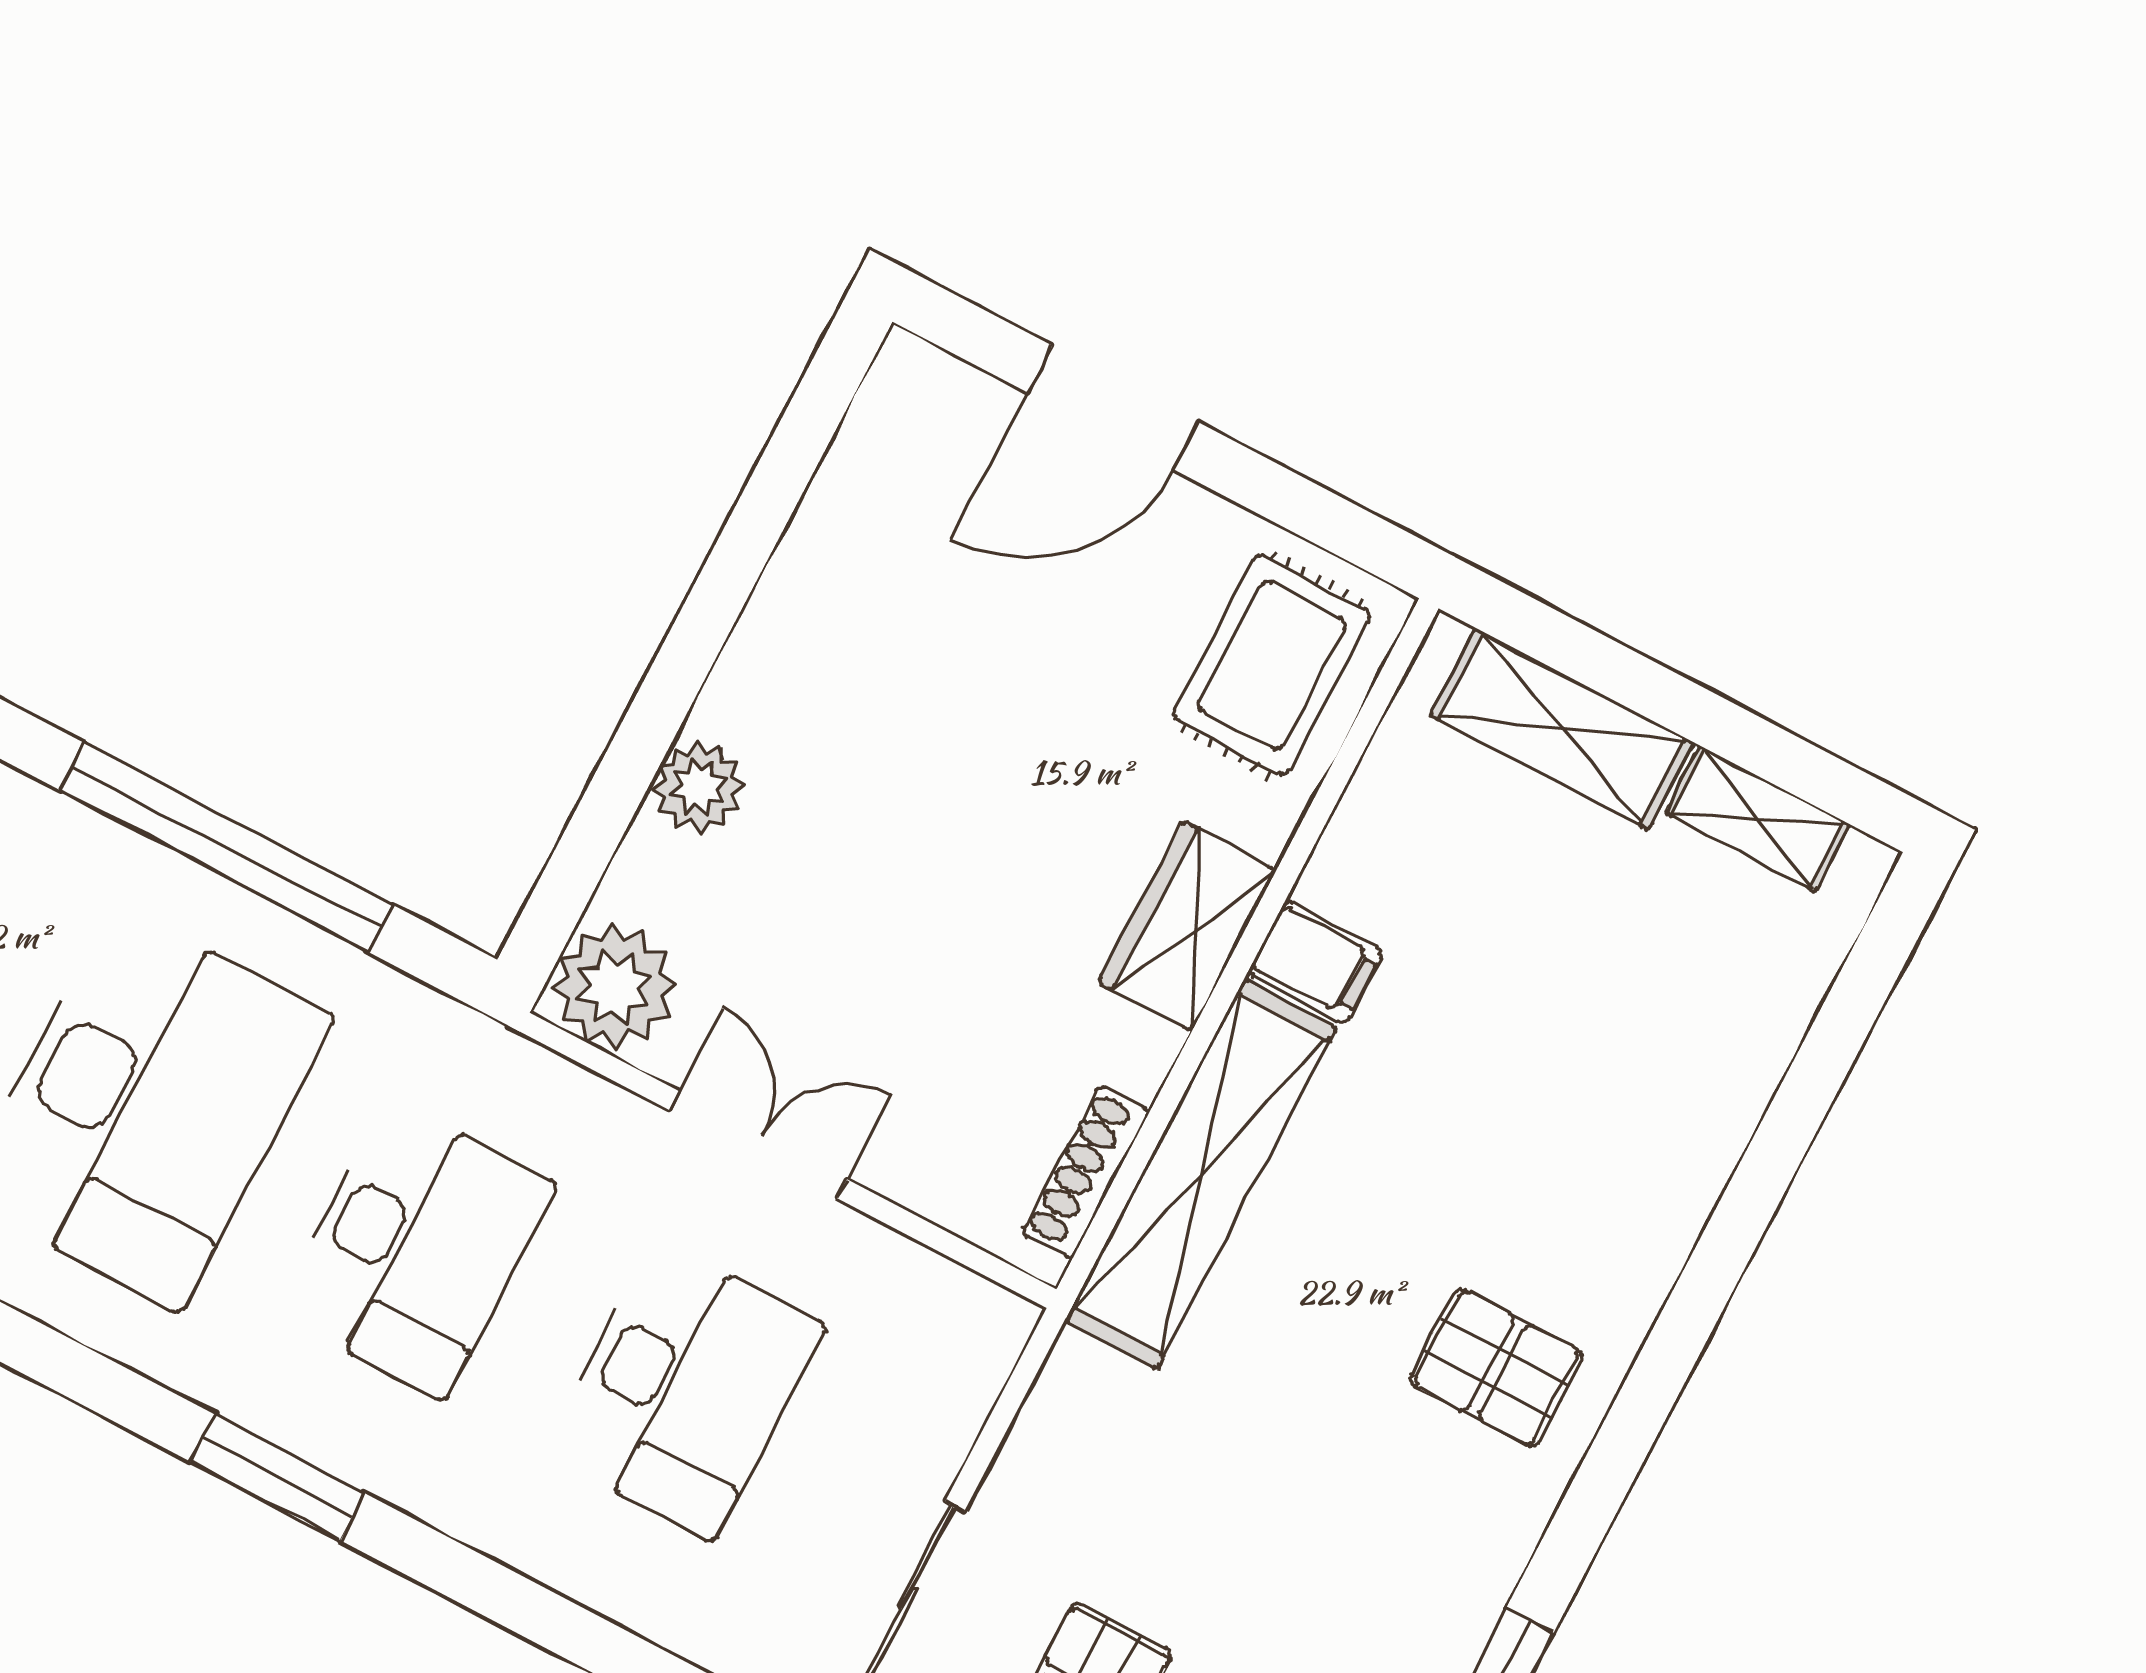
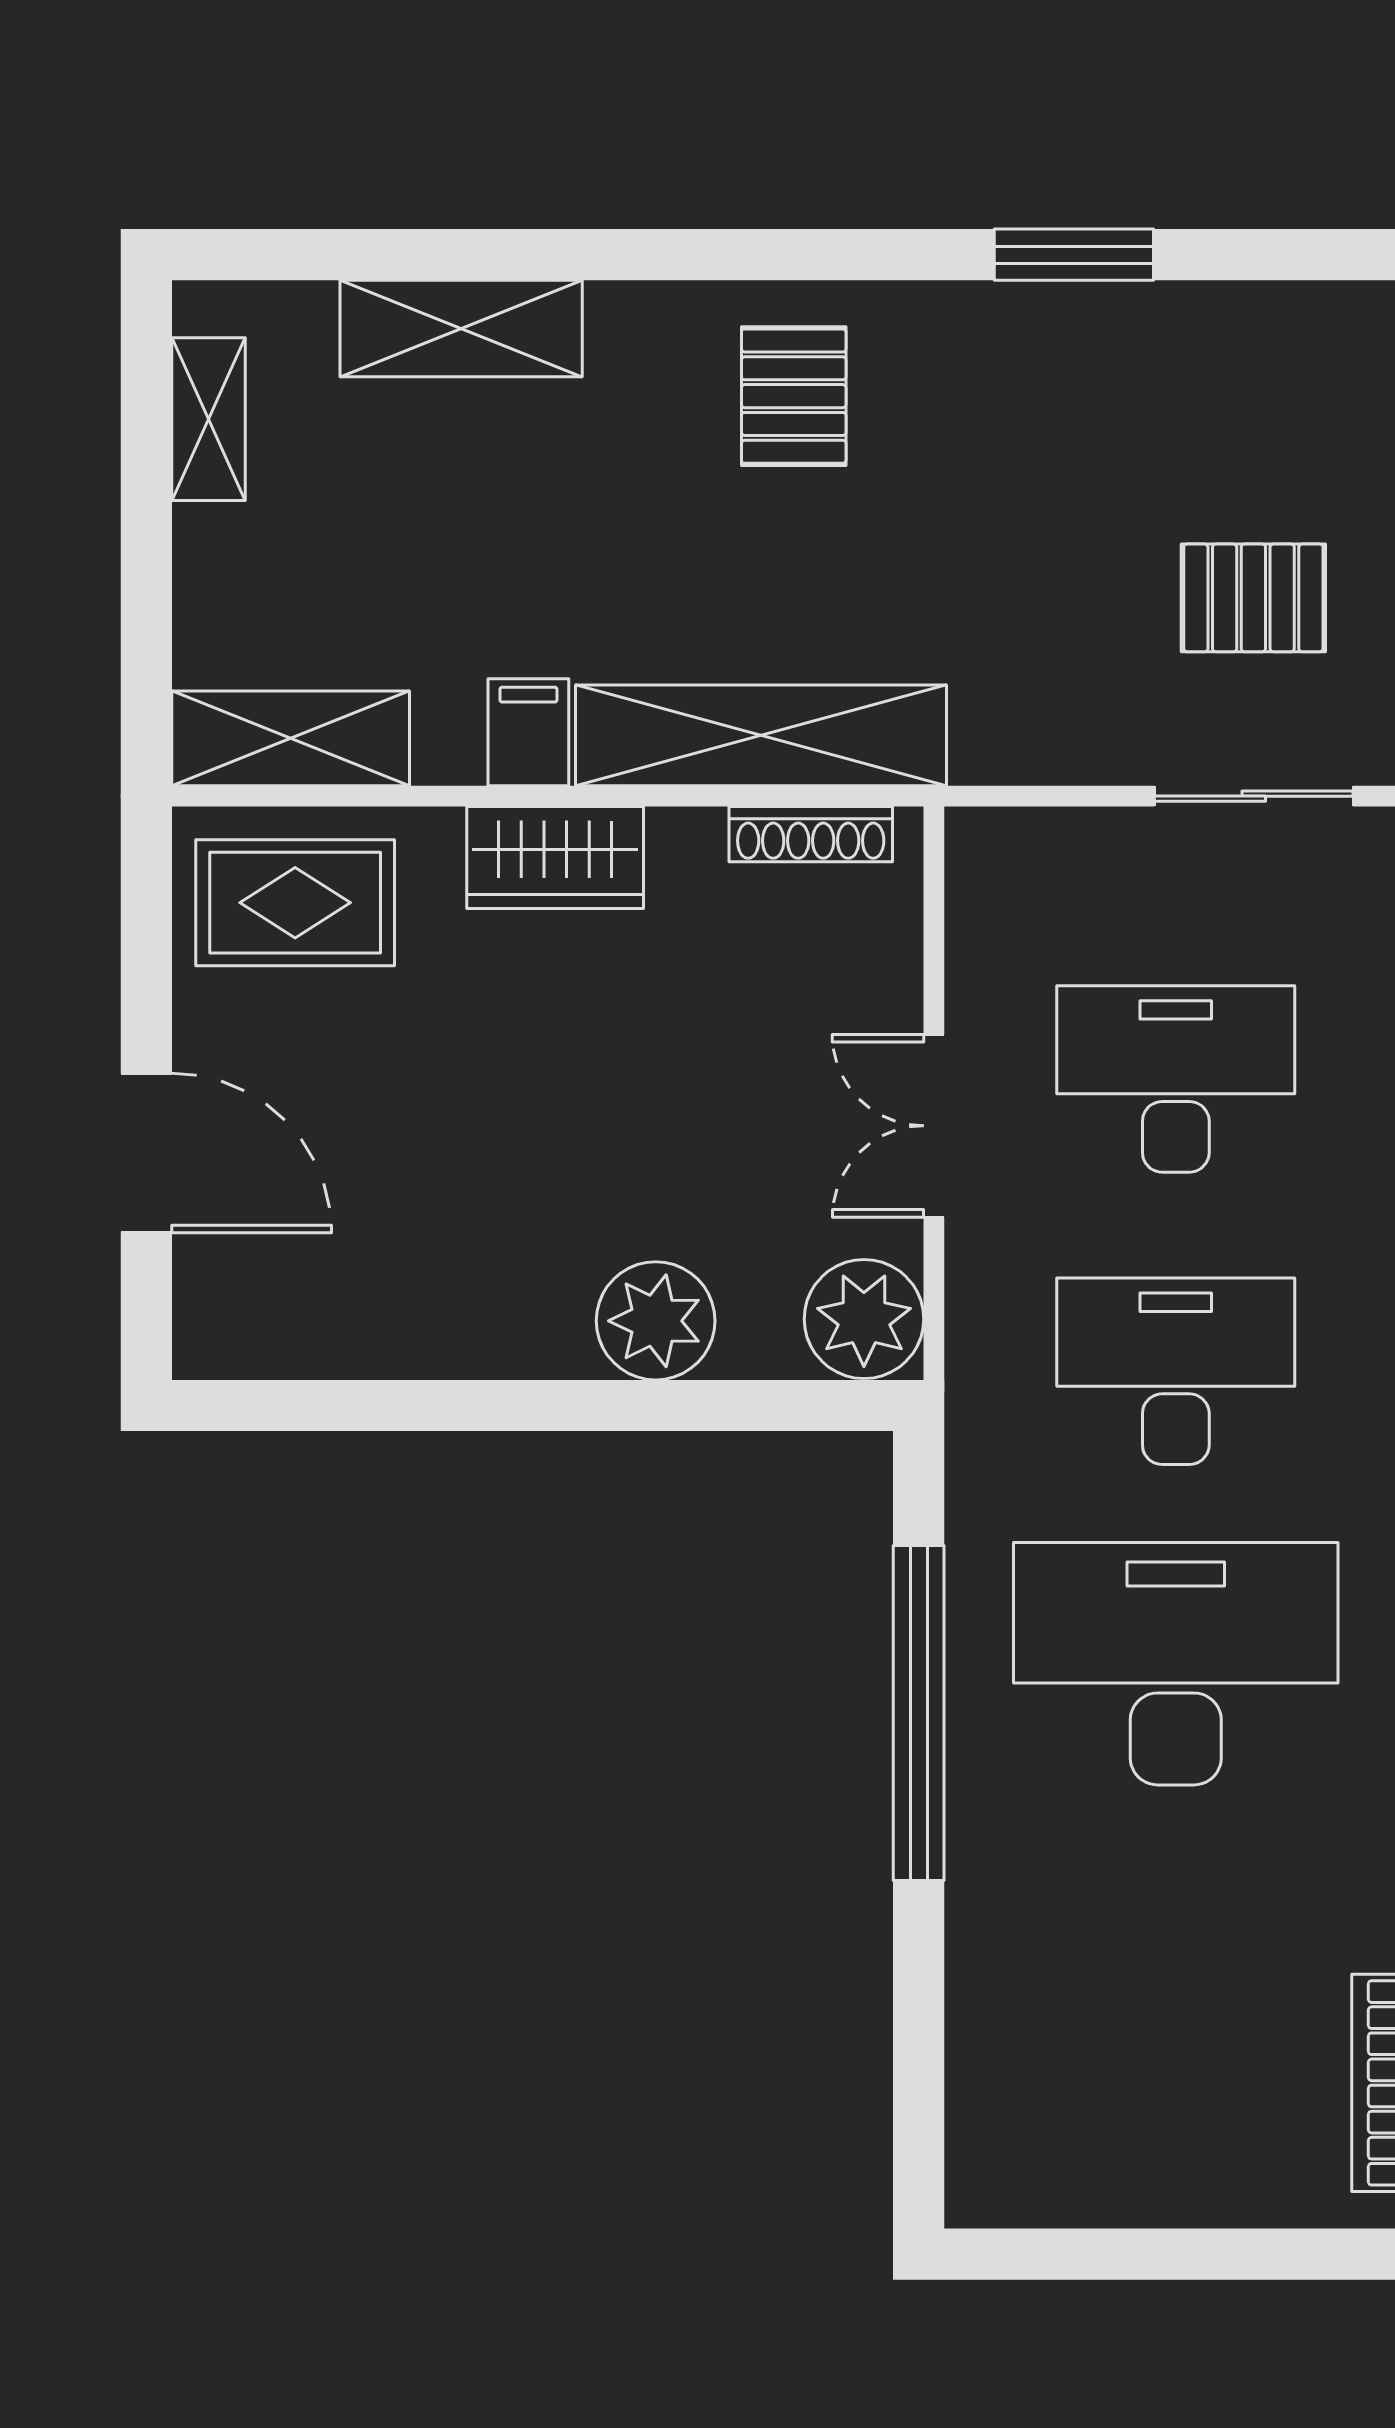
shelving: (1562, 729) -> (291, 738), moved, turned 90
plant: (699, 787) -> (656, 1321), width x1.36, depth x1.36
shelving: (1719, 1095) -> (461, 328), added

